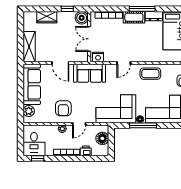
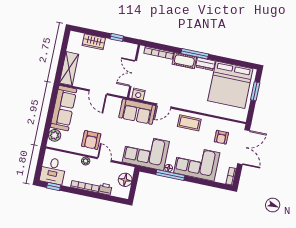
boiler: (82, 18) -> (130, 50), removed
sofa: (90, 73) -> (137, 112), moved
door: (79, 124) -> (104, 160), swing flipped

